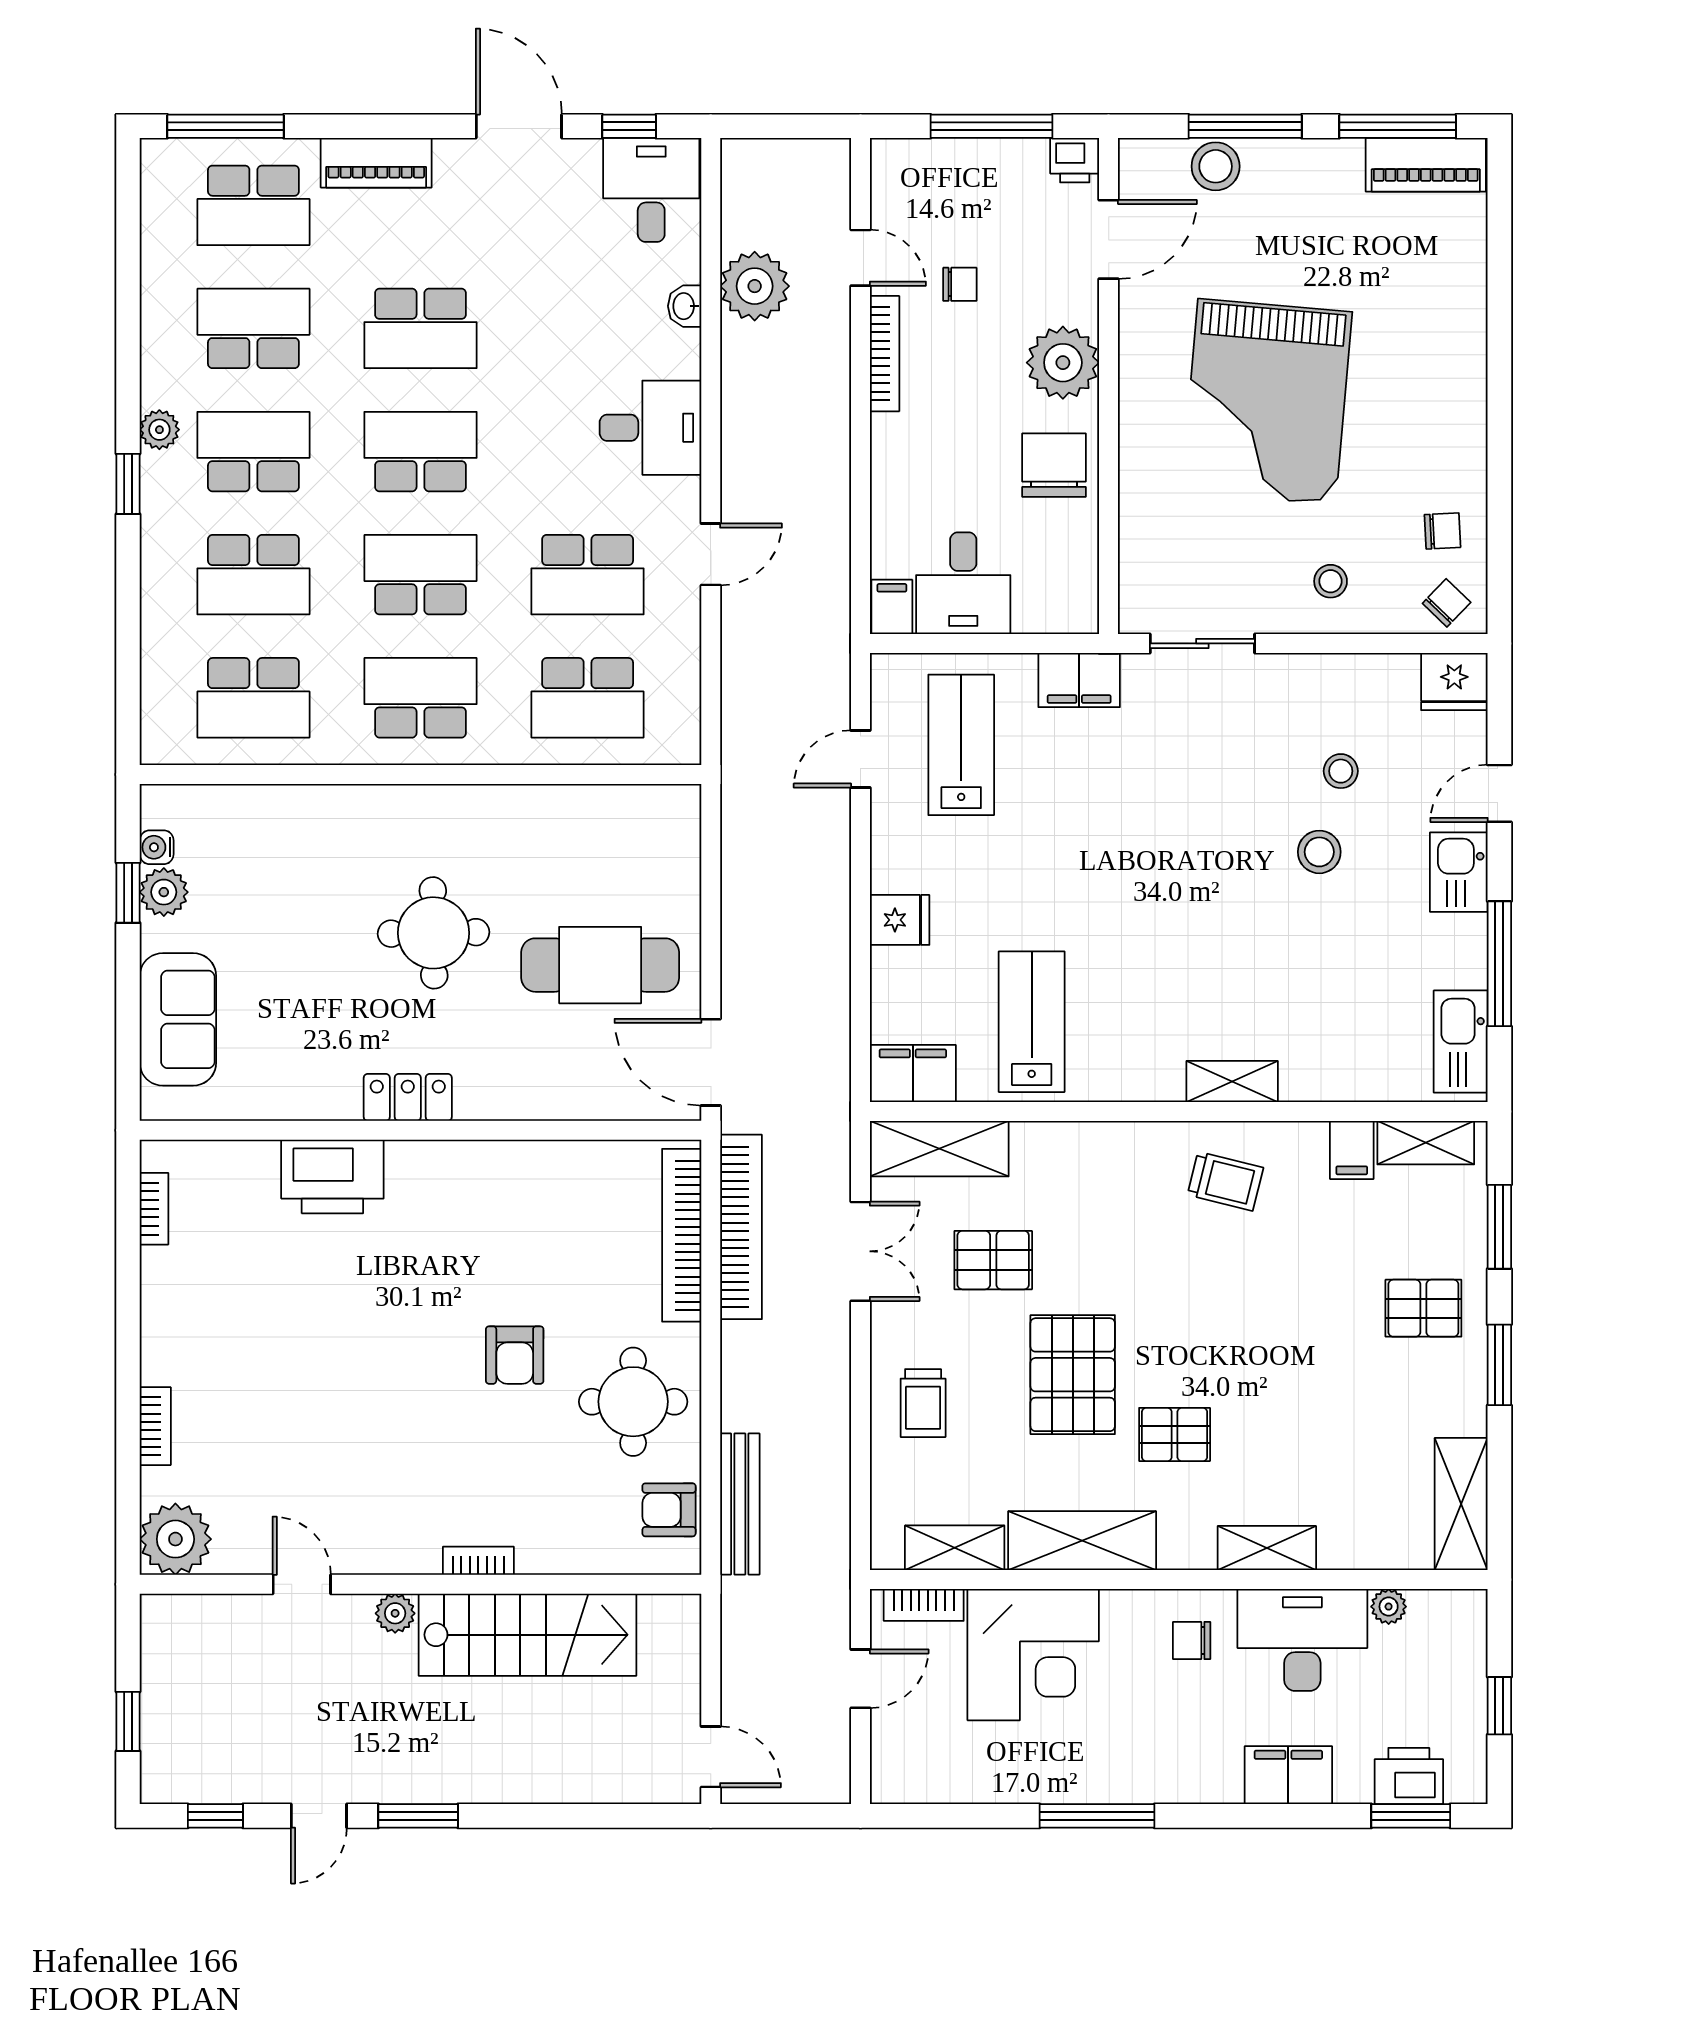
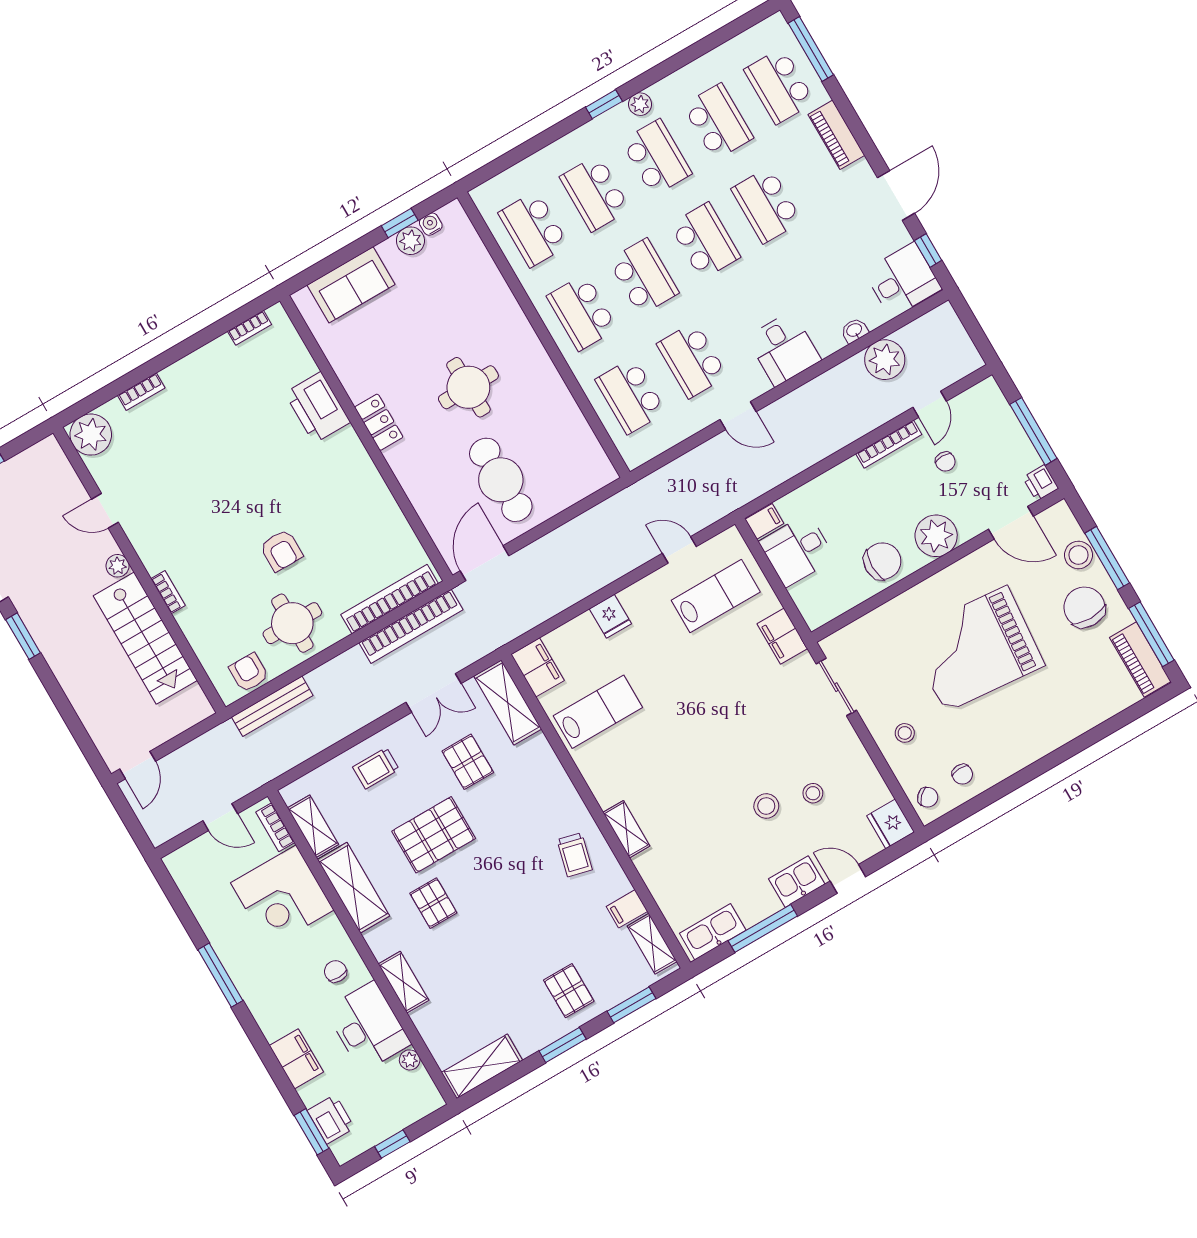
chair: (1299, 203) -> (1084, 607), added
school desk: (420, 698) -> (582, 312), turned 180
armchair: (515, 1355) -> (281, 550), turned -90
door: (302, 1584) -> (105, 511), swing flipped

